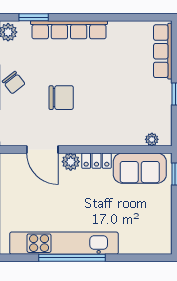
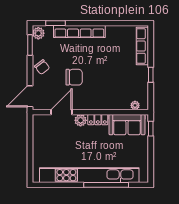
door: (42, 149) -> (61, 112), swing flipped
kitchen unit: (64, 243) -> (89, 175), width x1.36
window: (72, 258) -> (106, 185), moved

